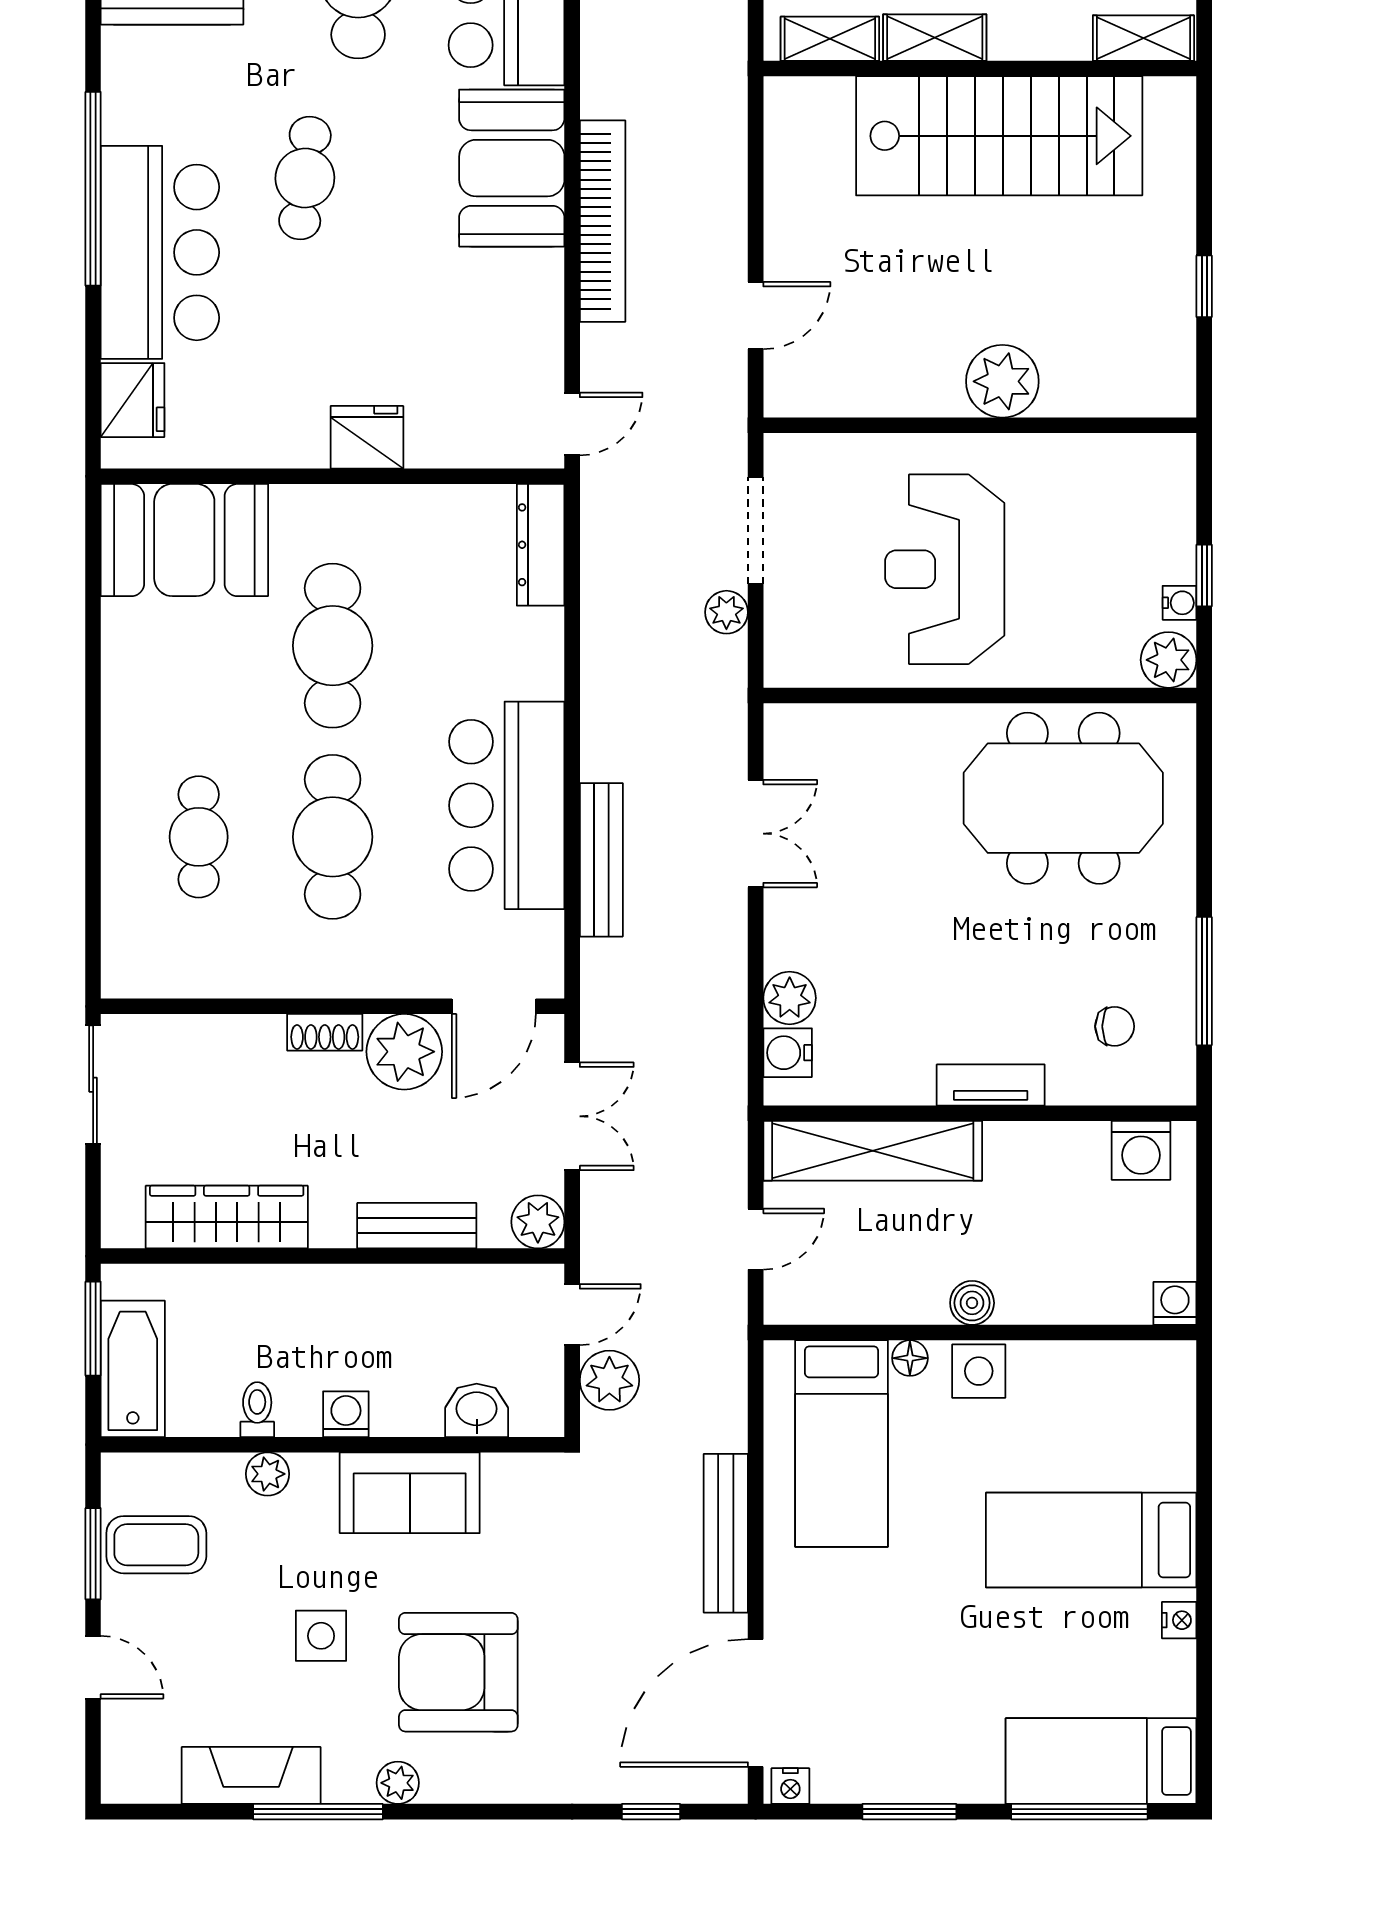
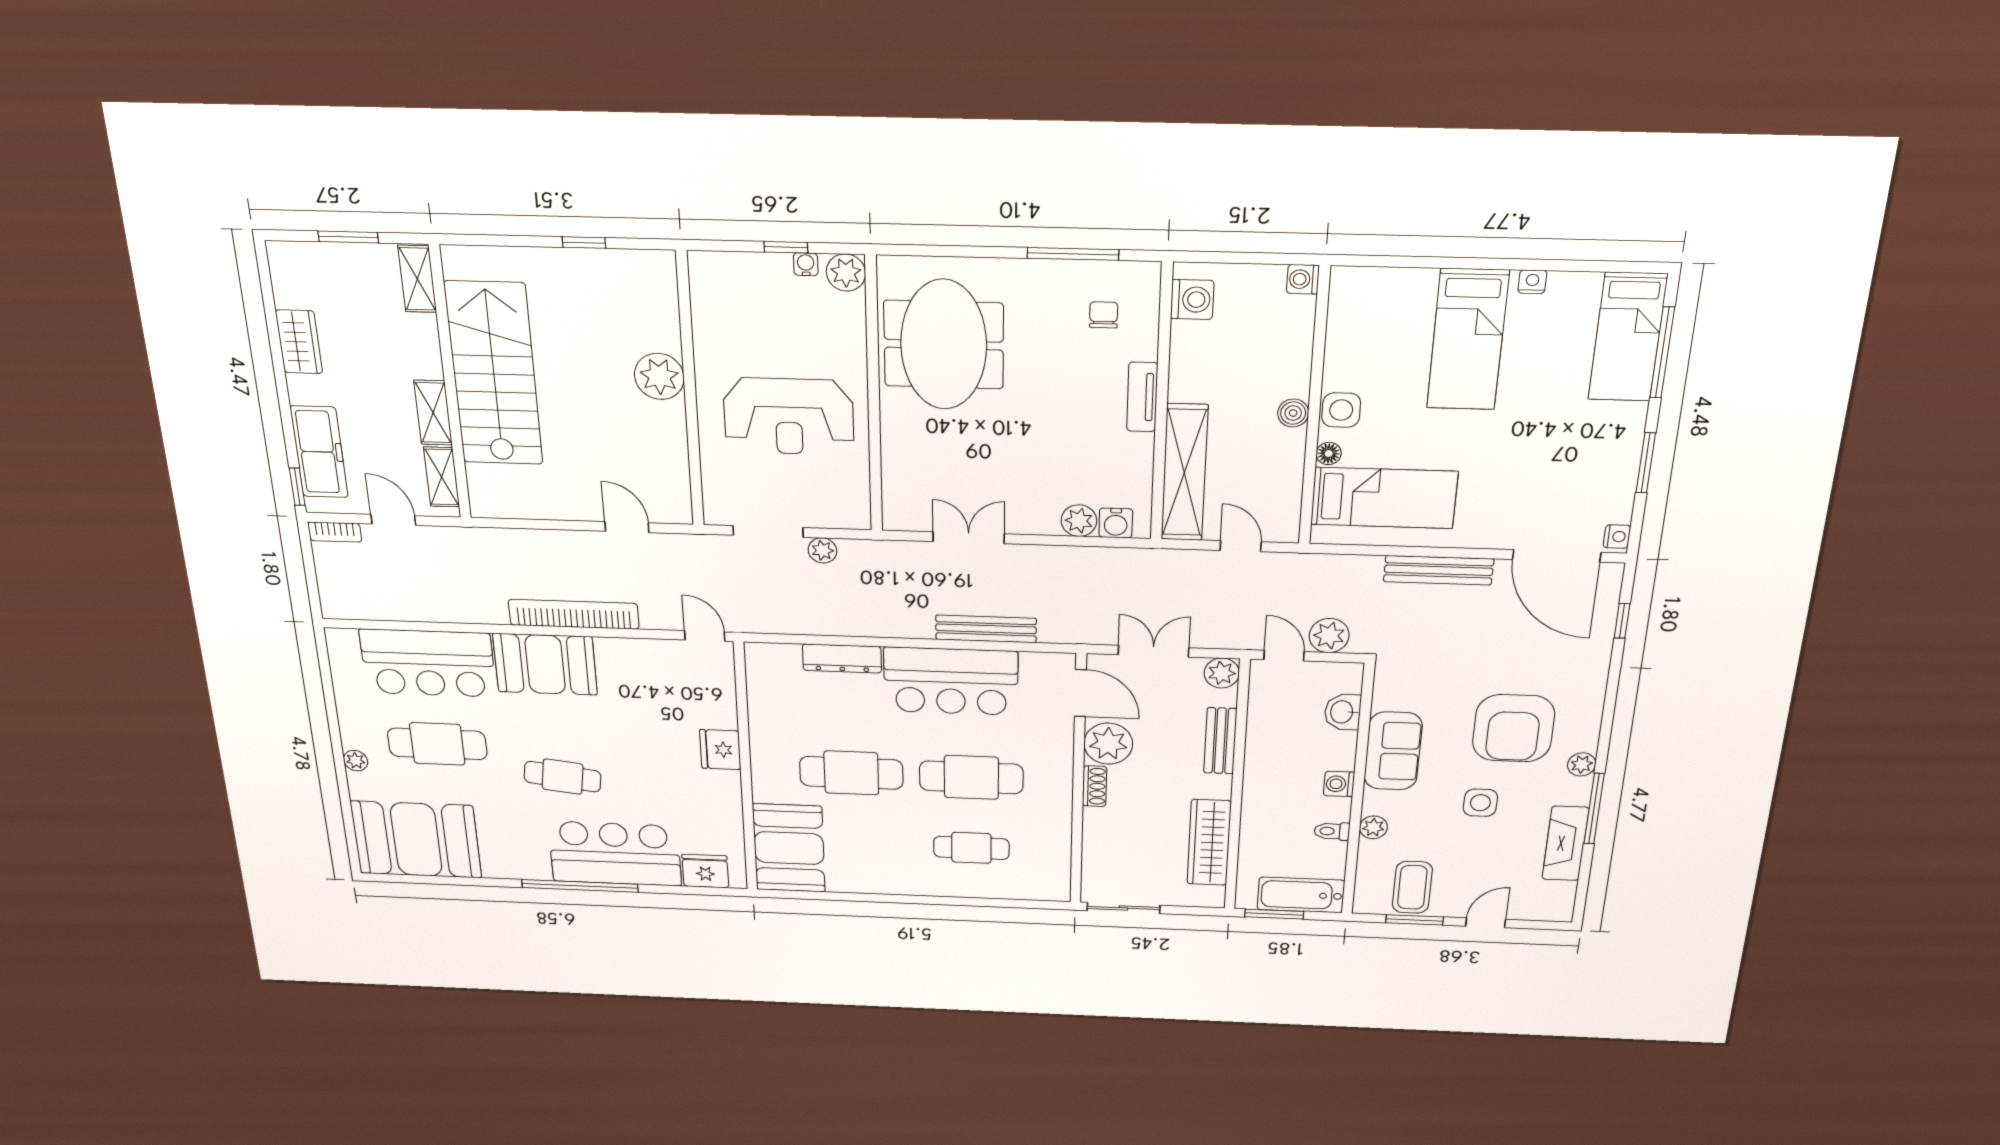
dresser: (541, 545) -> (842, 658), moved

